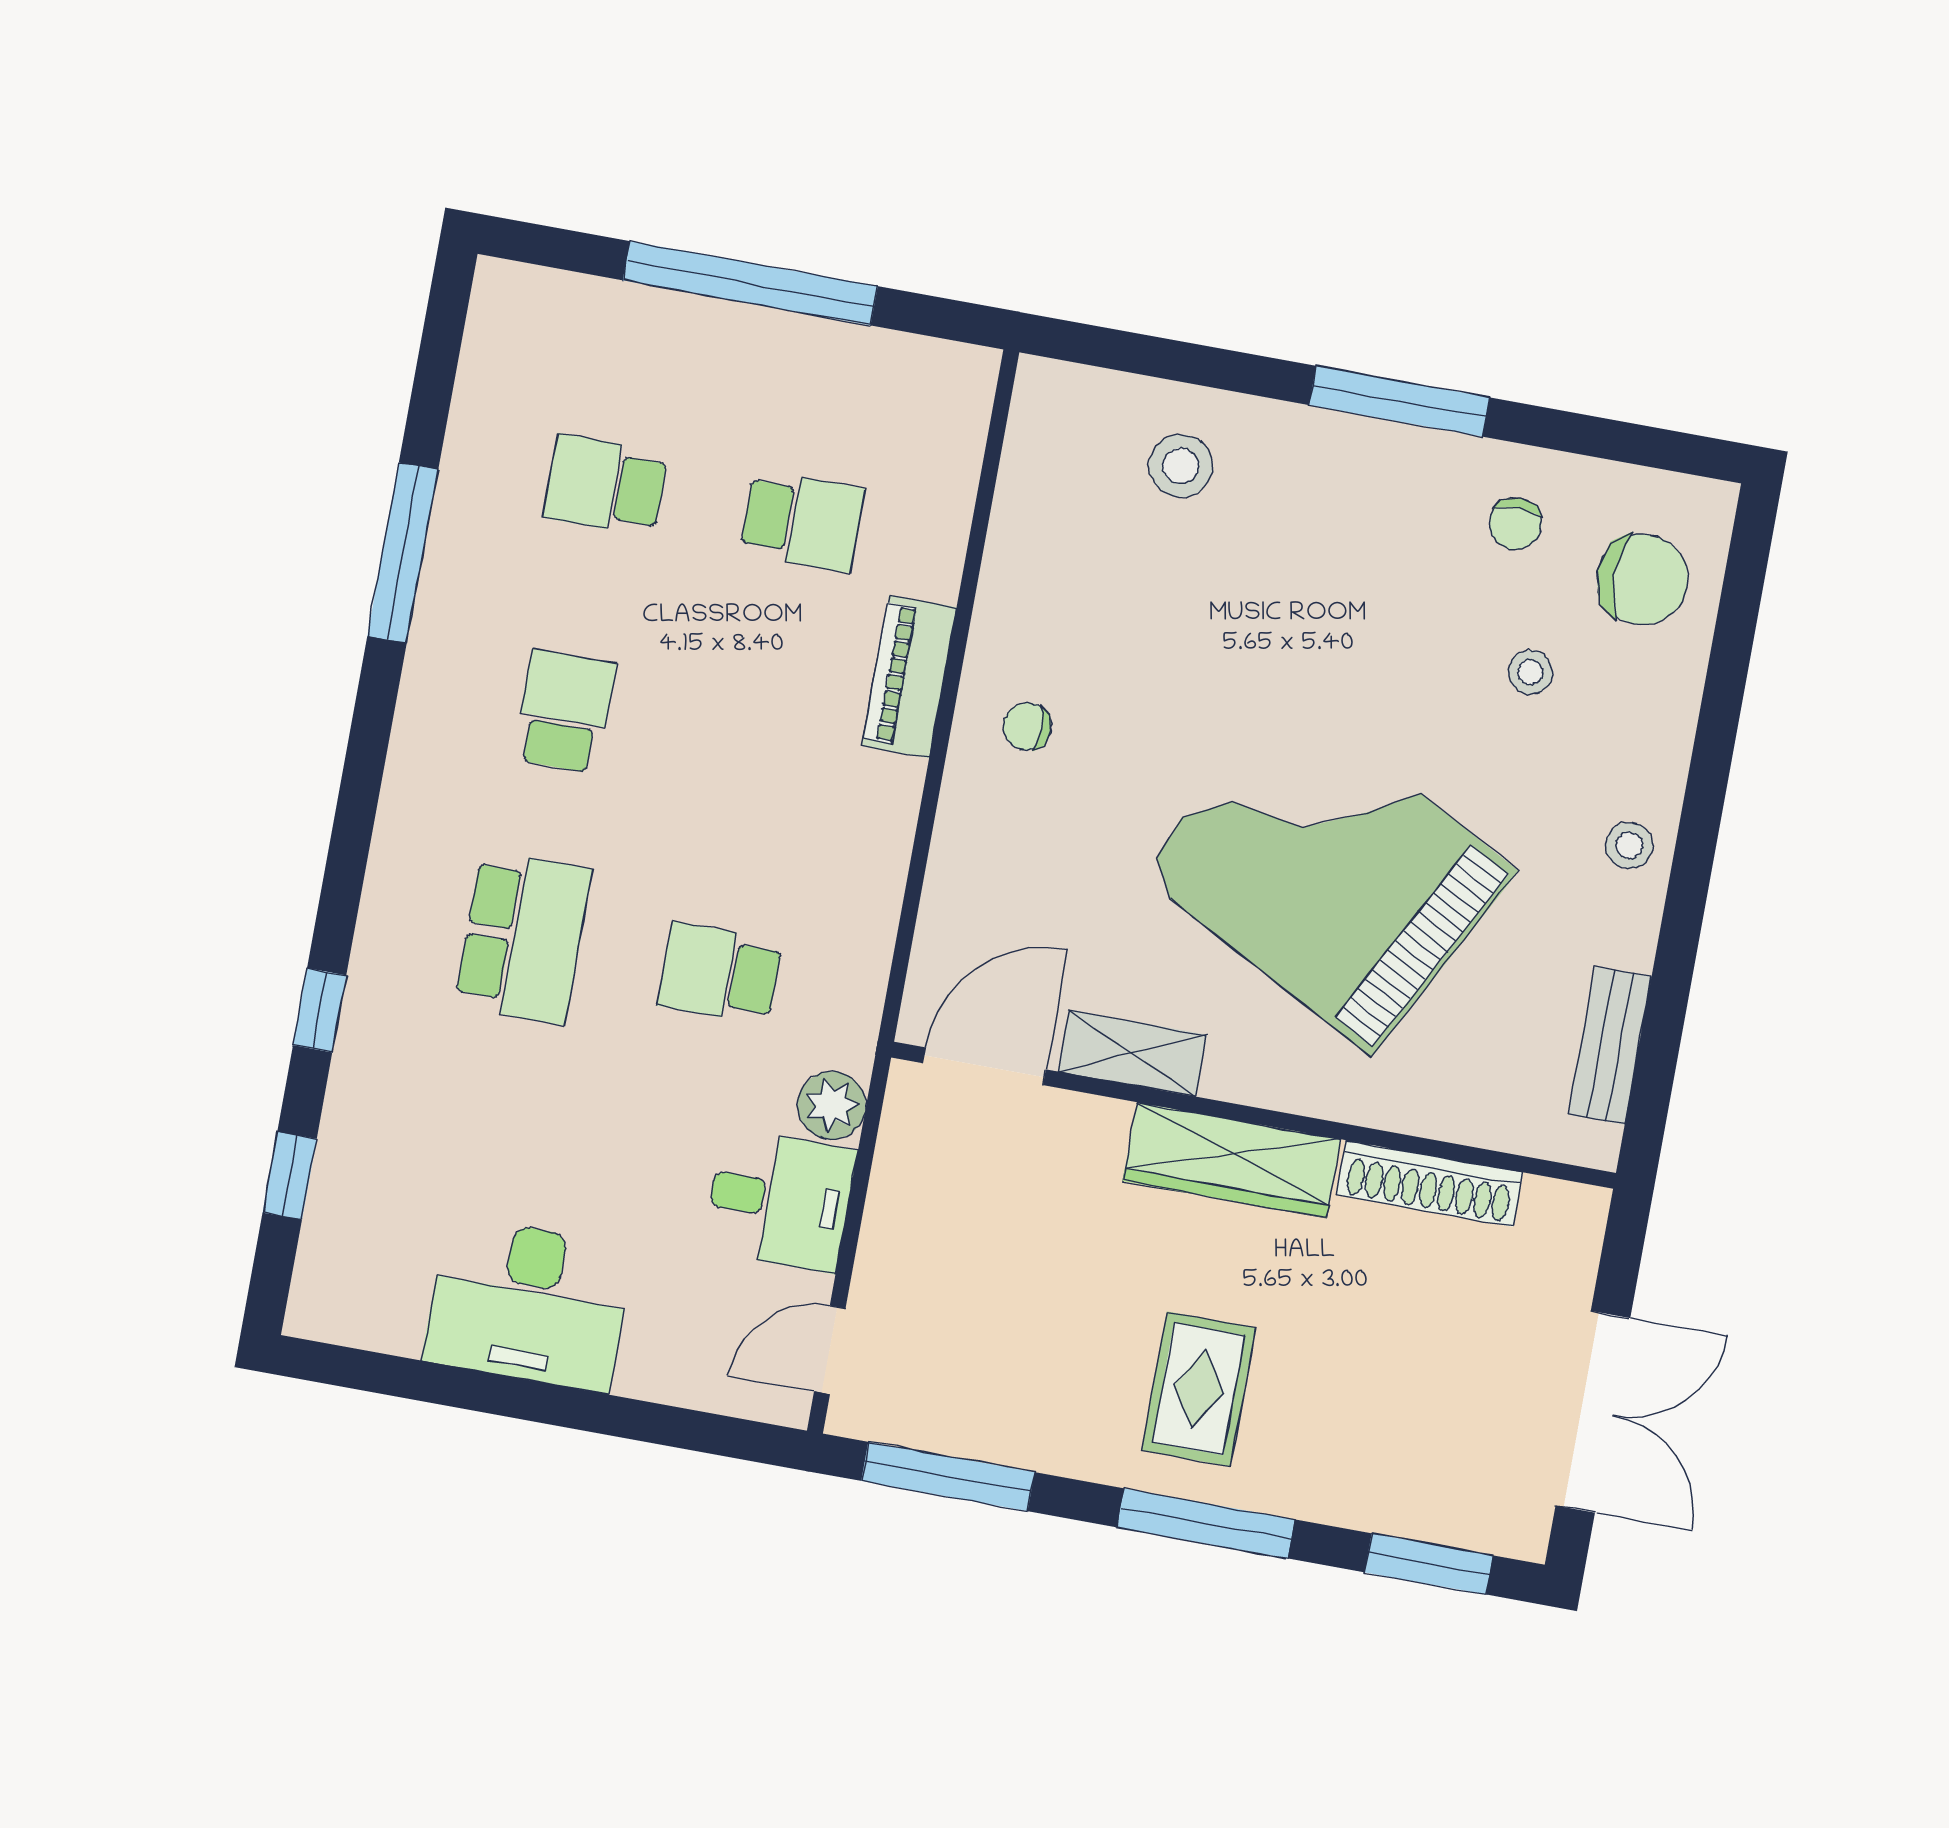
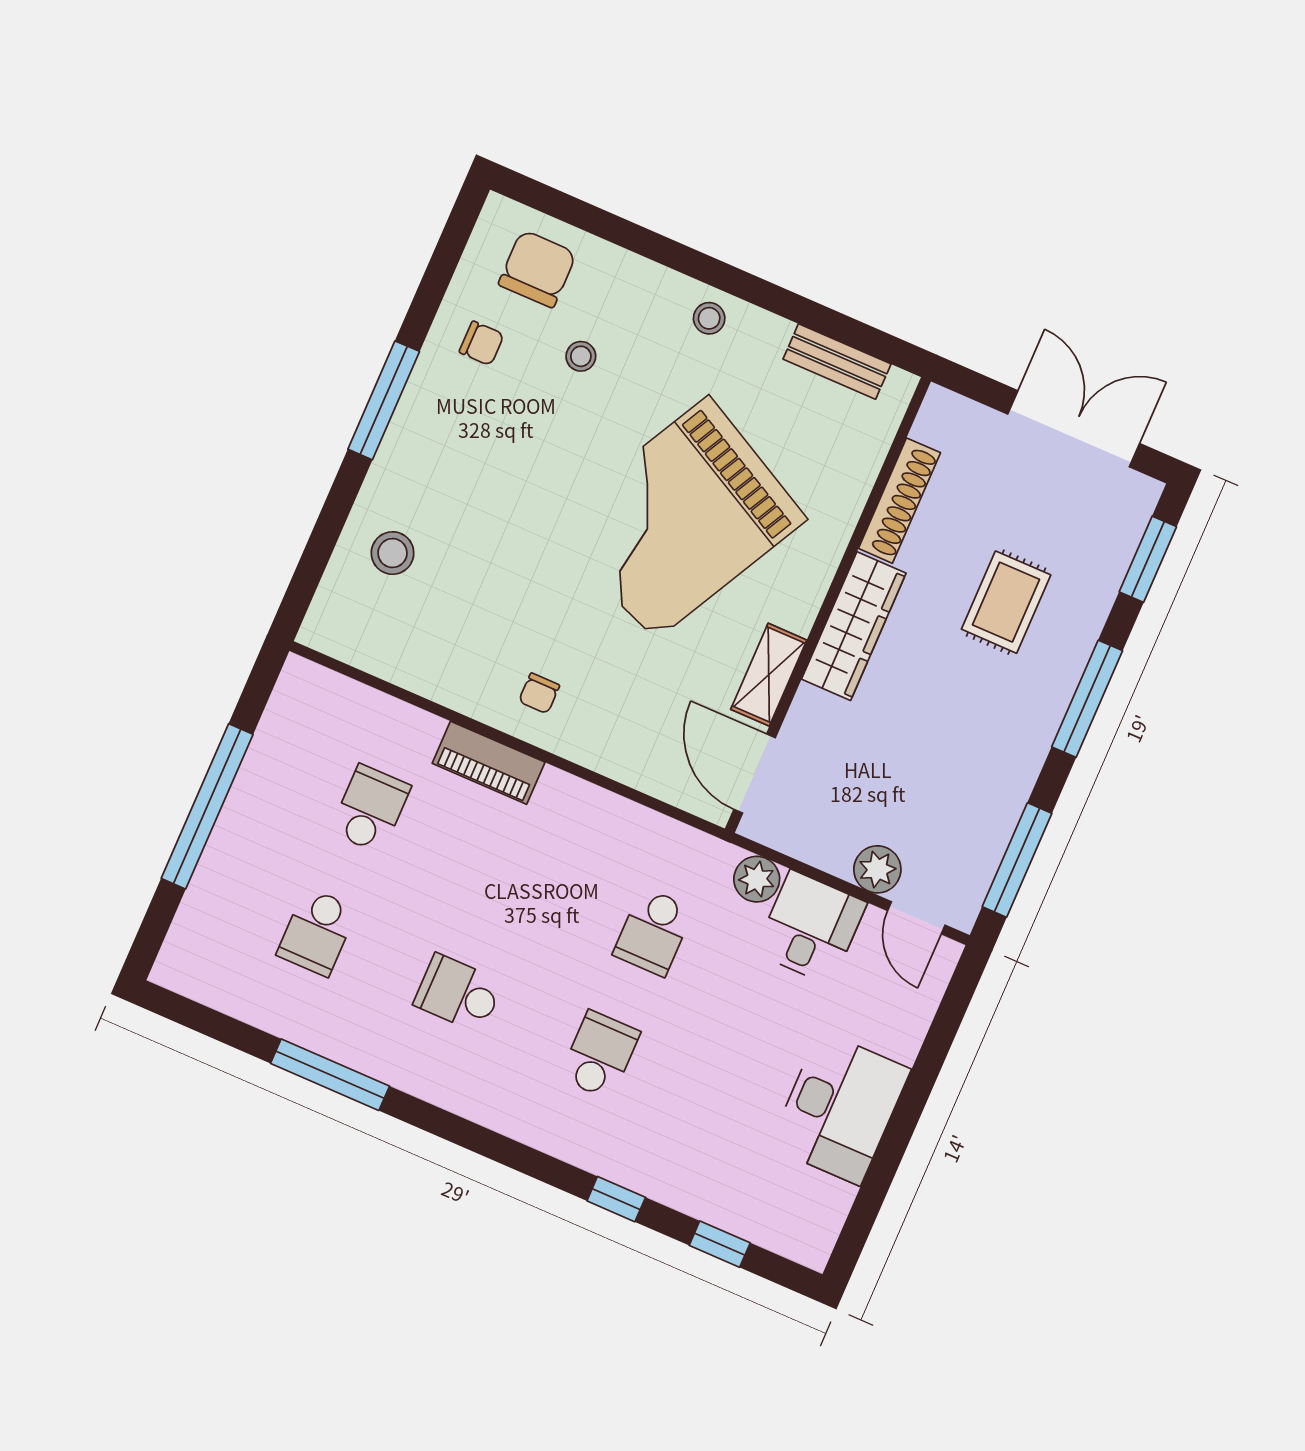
school desk: (523, 937) -> (600, 1055), width x0.54
plant: (887, 1277) -> (877, 869), added
rug: (1199, 1389) -> (1006, 602), moved, turned 90

